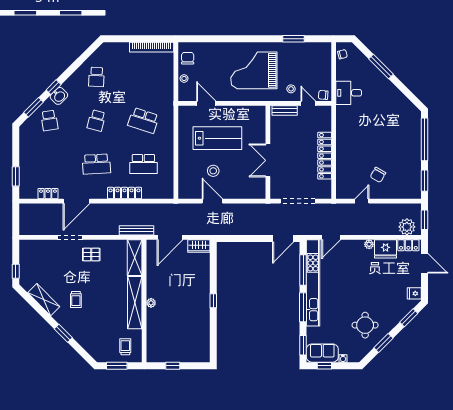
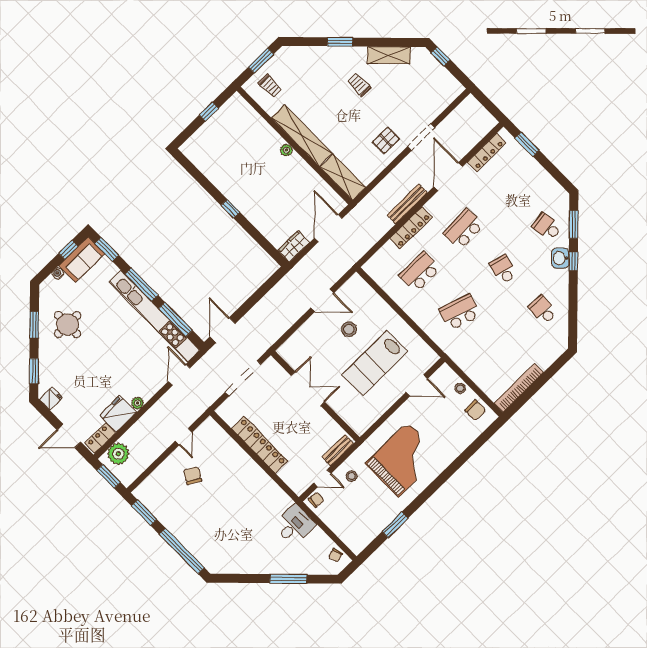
locker: (48, 194) -> (487, 153), width x1.53
bench: (137, 230) -> (407, 204), moved

